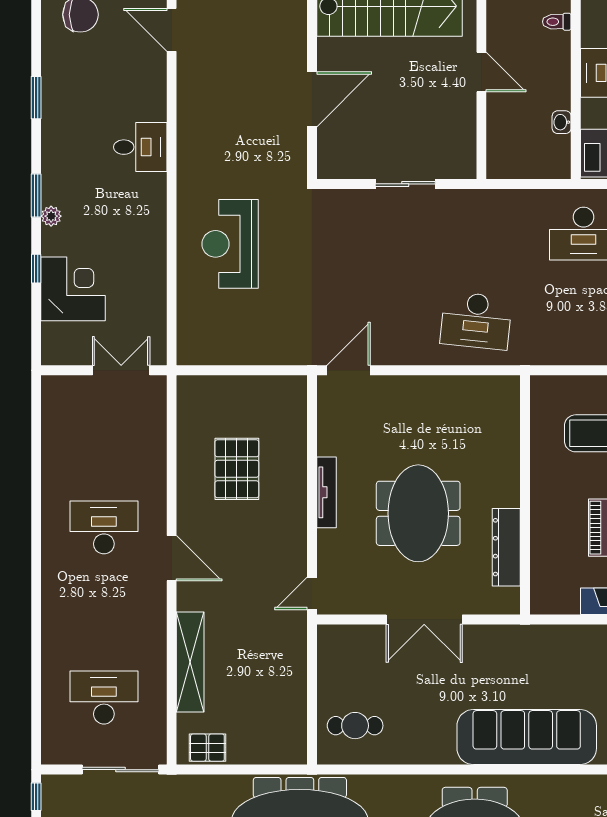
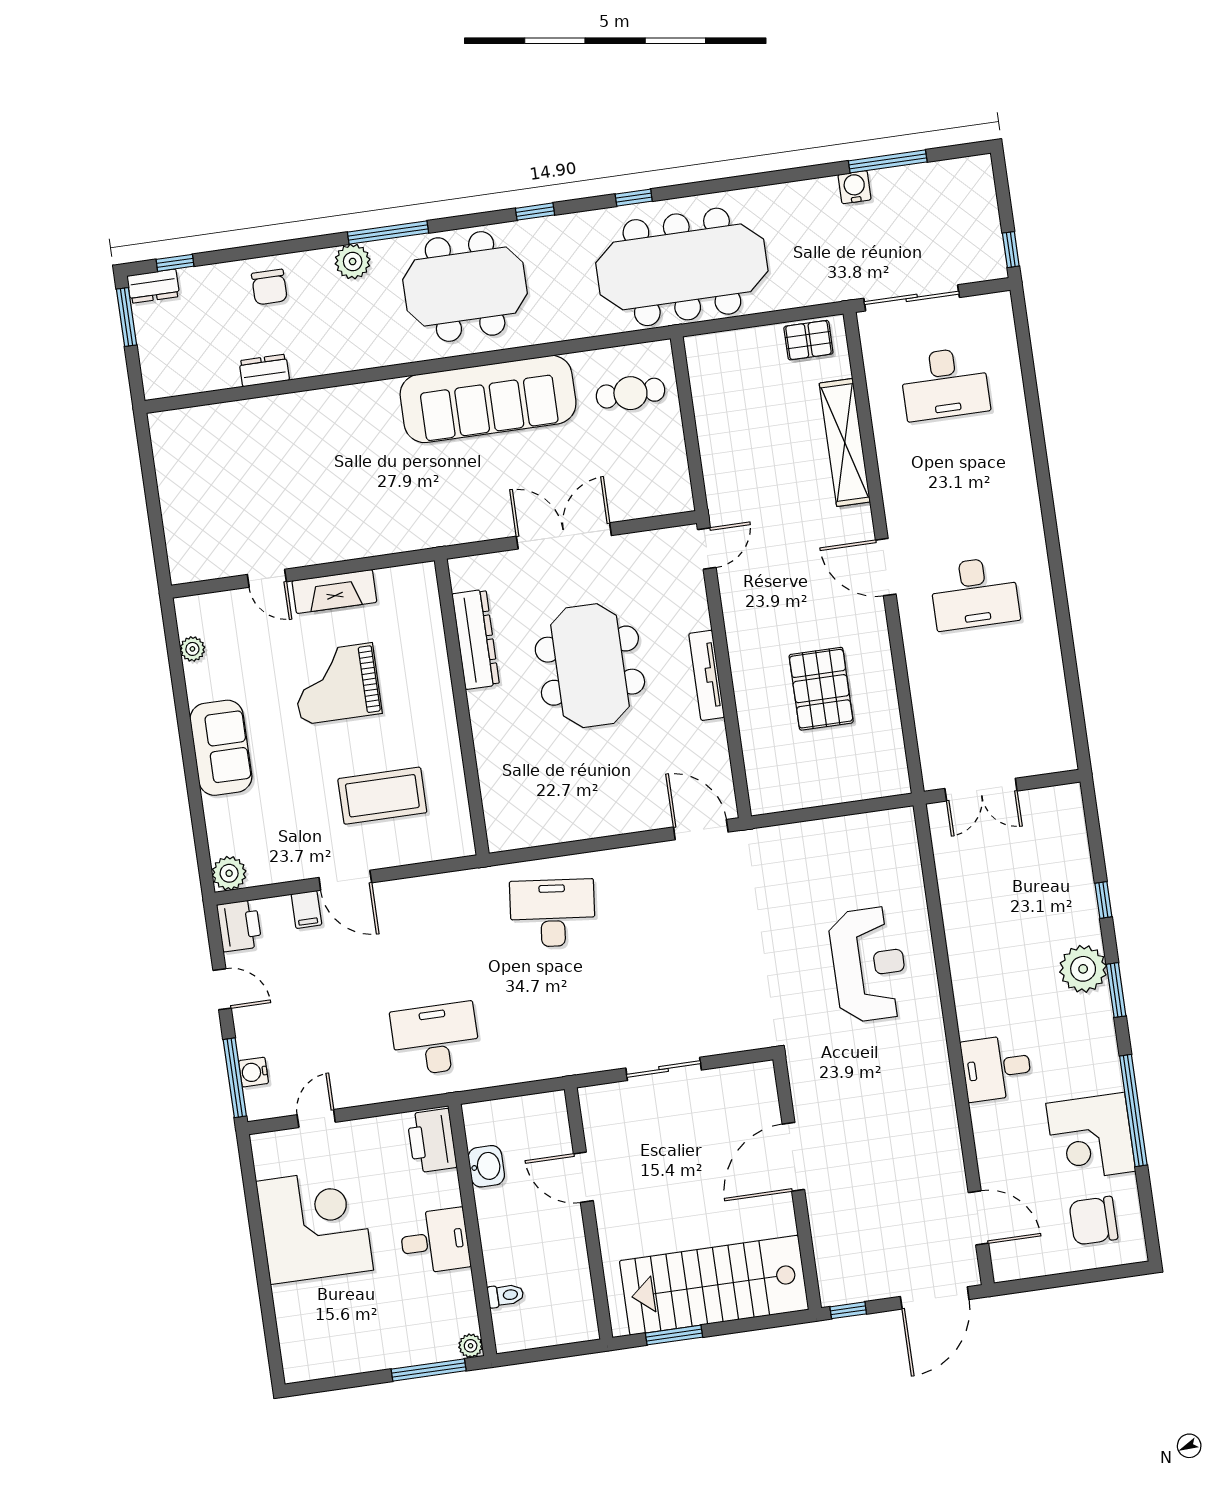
door: (481, 72) -> (583, 1177), moved
window: (36, 98) -> (1133, 1110), width x2.11
washbasin: (562, 122) -> (486, 1166), width x1.38, depth x1.45
plant: (51, 216) -> (1083, 969), width x1.87, depth x1.87
corner desk: (73, 289) -> (1091, 1137), moved
door: (349, 370) -> (701, 830), swing flipped
sofa: (527, 737) -> (488, 399), moved

